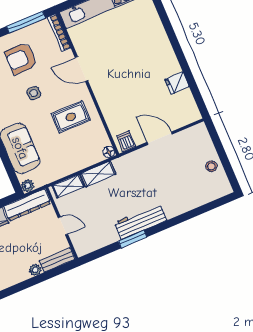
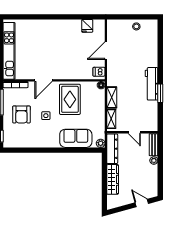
fridge: (177, 83) -> (87, 26), moved
rug: (71, 117) -> (70, 99), width x1.36, depth x1.43
door: (63, 226) -> (134, 132), swing flipped

